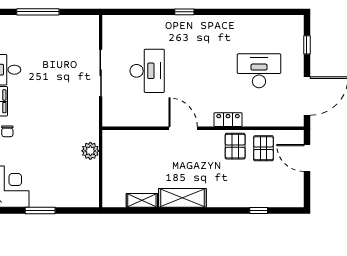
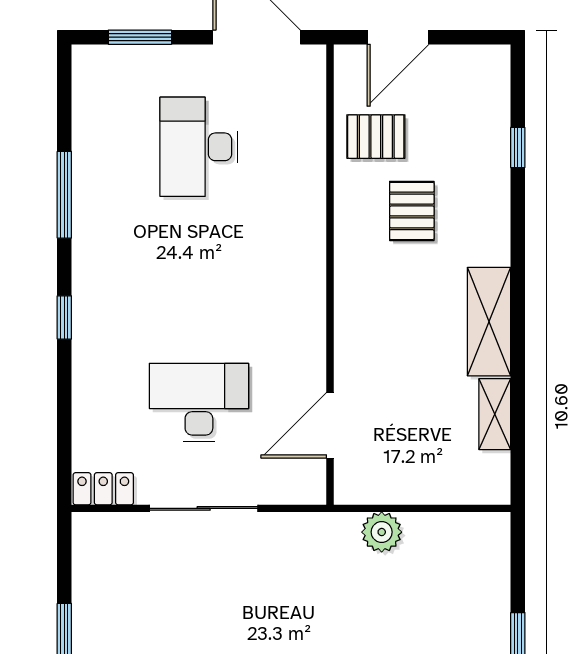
window: (238, 12) -> (64, 195), added
window: (307, 45) -> (140, 37), width x1.50
locker: (228, 120) -> (103, 489), moved, turned 90
door: (183, 128) -> (330, 425), moved
pallet: (235, 146) -> (412, 211), moved, turned 90

